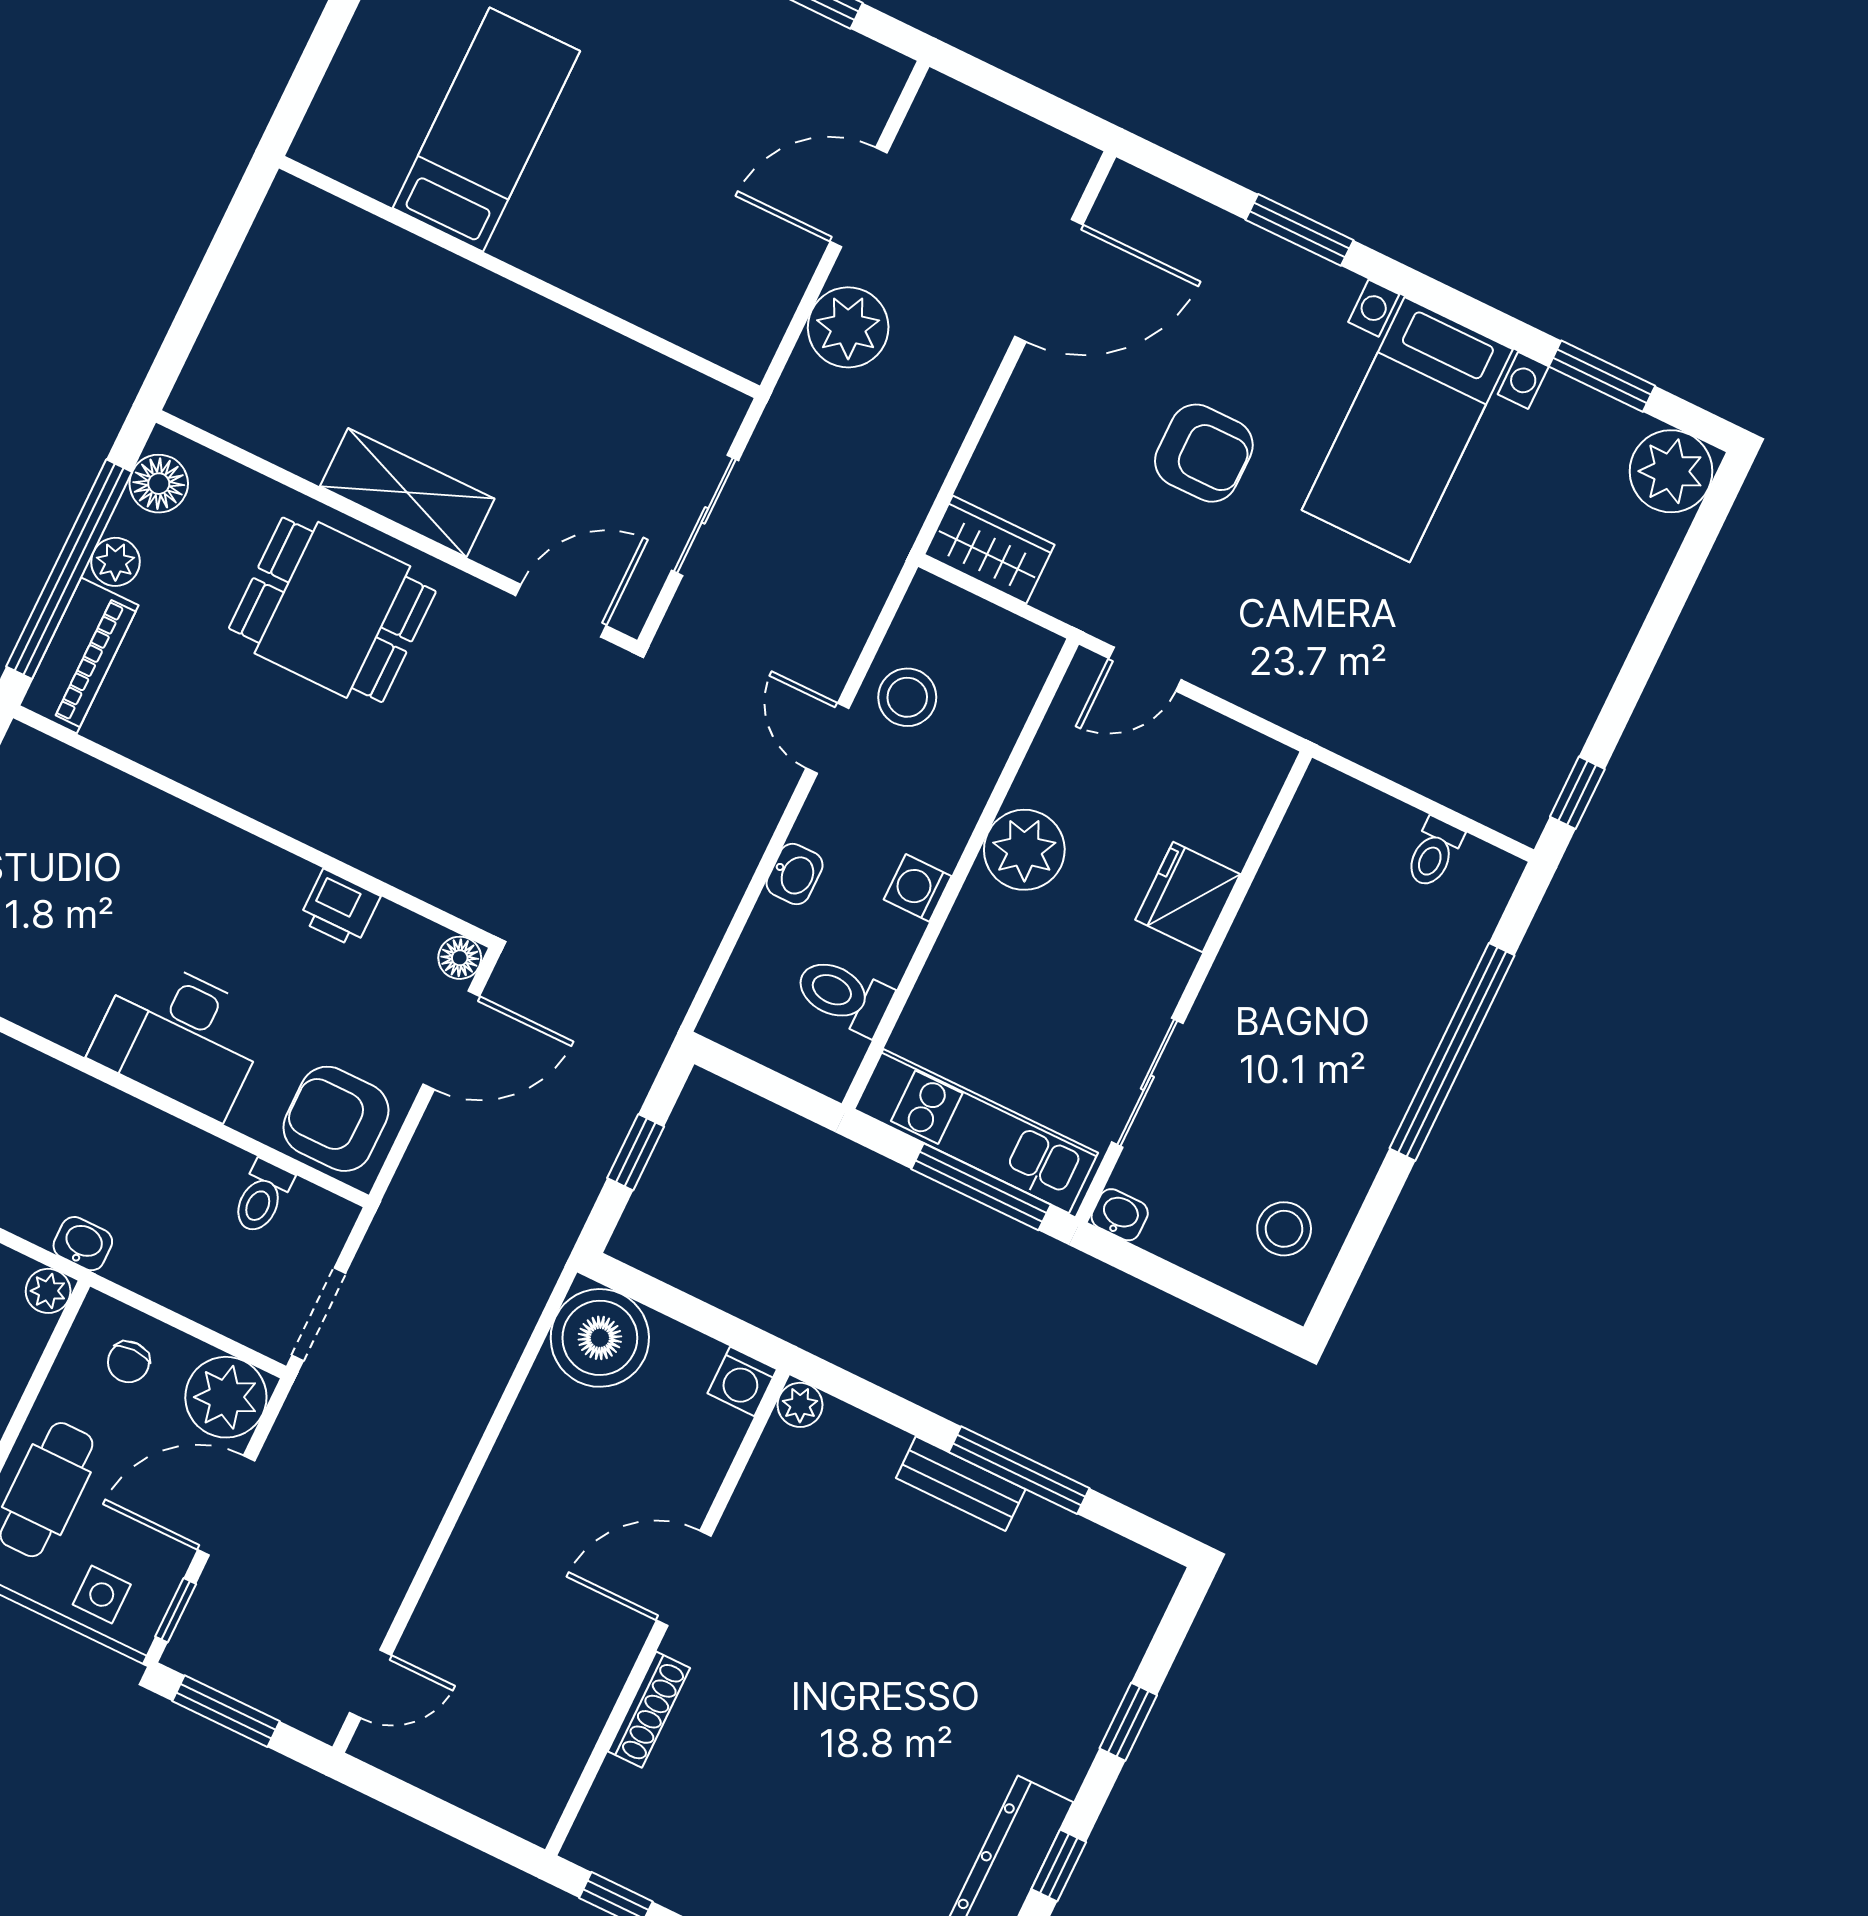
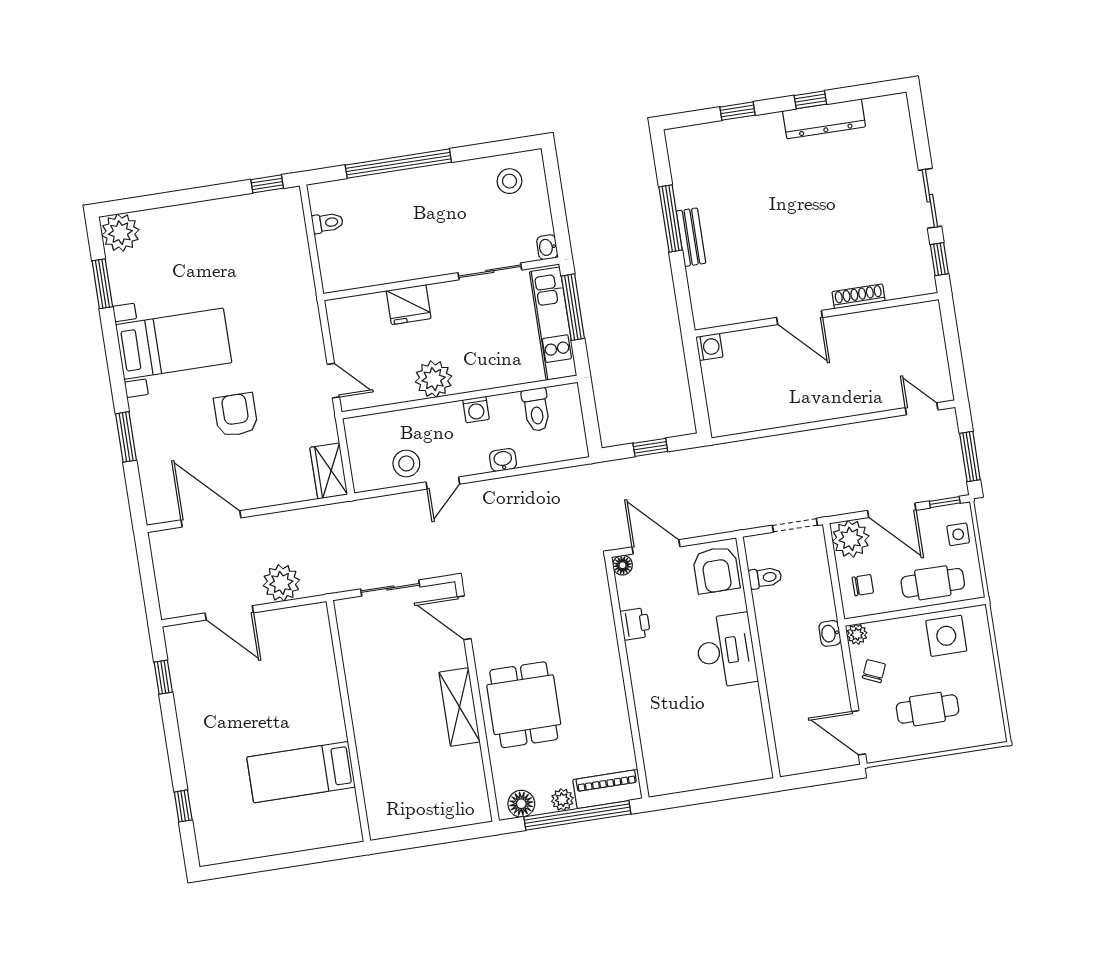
boiler: (600, 1338) -> (730, 412), removed
plant: (800, 1405) -> (703, 319), removed

